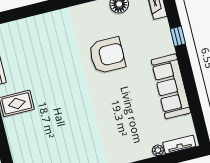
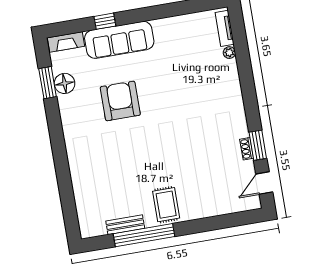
sofa: (171, 86) -> (119, 40), moved

